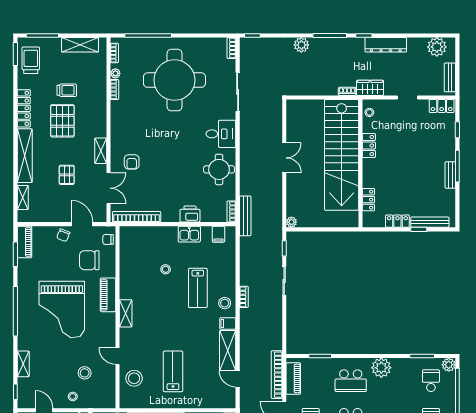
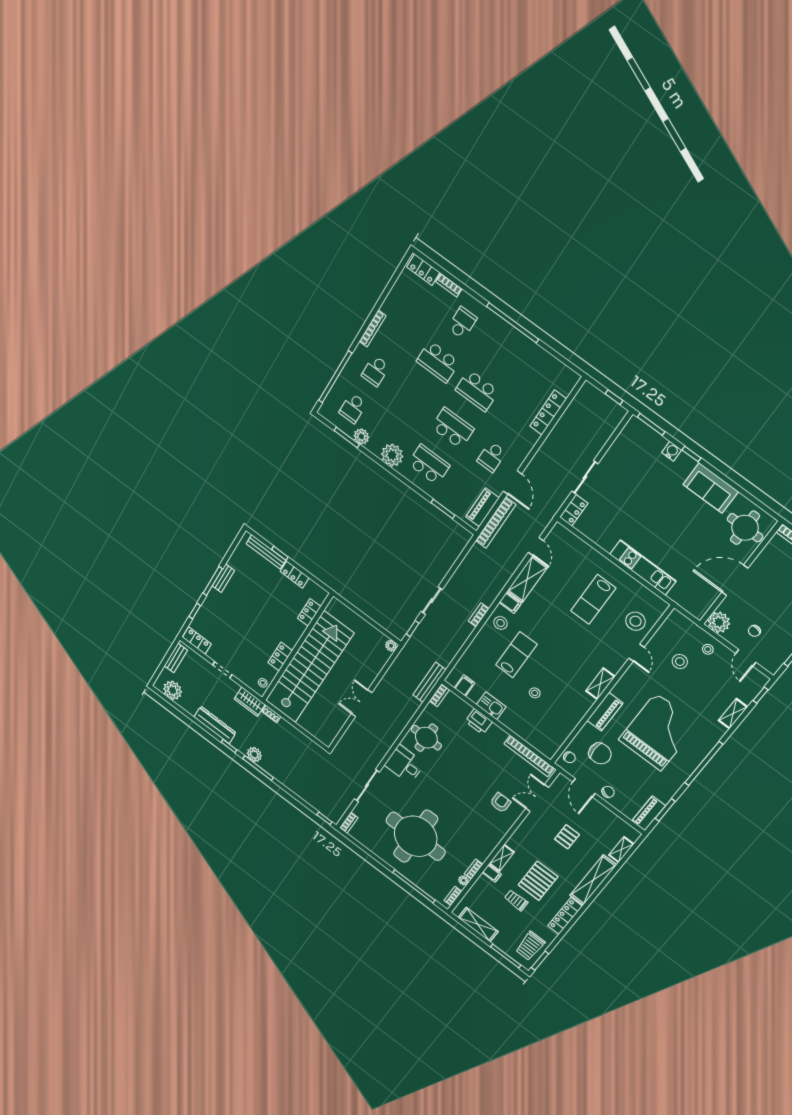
plant: (301, 45) -> (254, 755), moved
filing cabinet: (99, 98) -> (492, 873), added
shelving: (101, 151) -> (502, 858), moved
plant: (449, 365) -> (361, 436), moved

